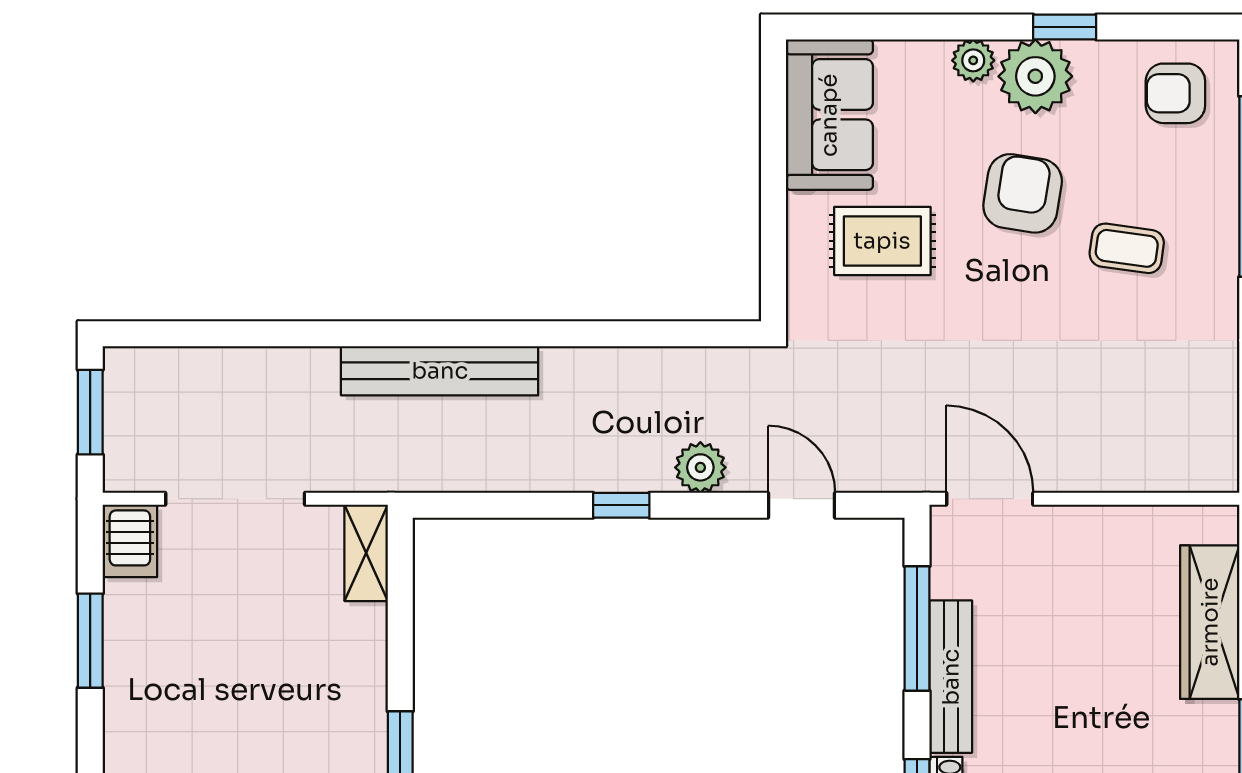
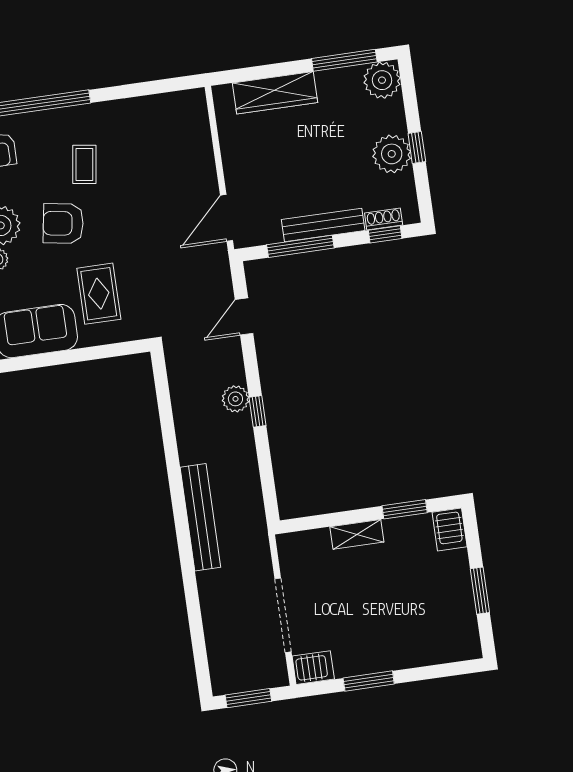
plant: (700, 467) -> (235, 399), moved
shelving: (366, 553) -> (357, 534), moved

